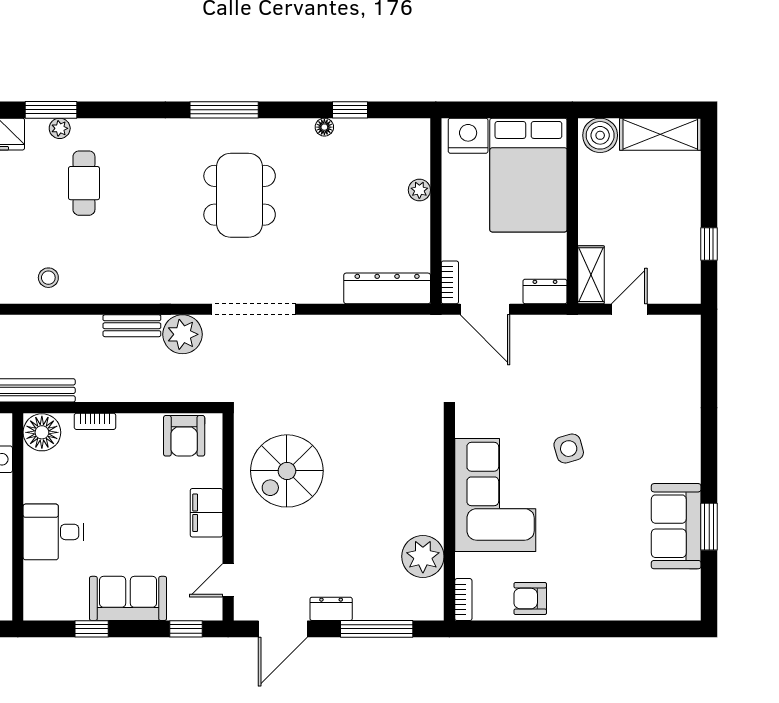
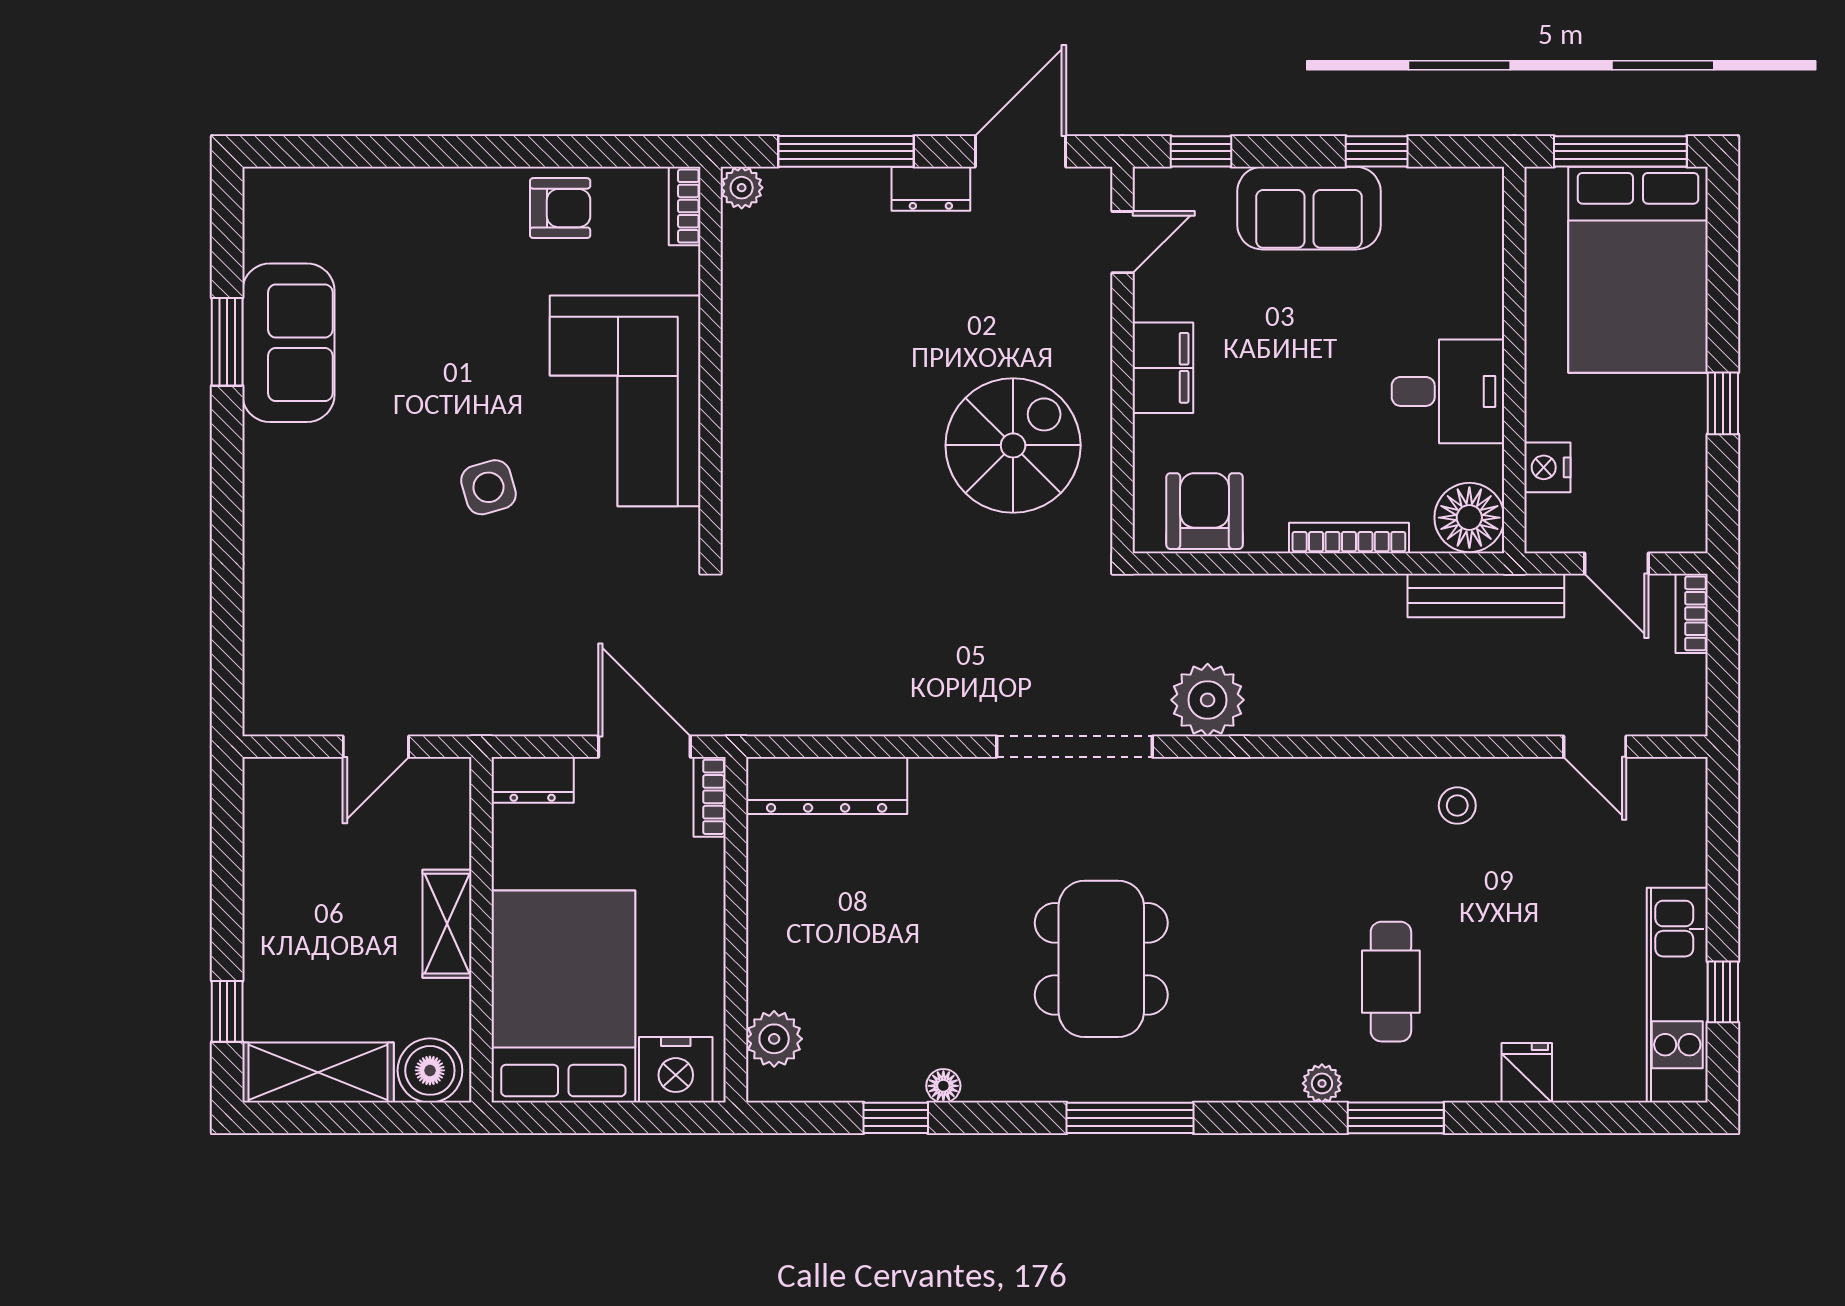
window: (51, 110) -> (1396, 1118), moved
plant: (60, 128) -> (1322, 1083), moved
plant: (419, 190) -> (774, 1039), moved, width x1.38, depth x1.38
window: (709, 244) -> (227, 1011), moved
shelving: (591, 275) -> (447, 924), moved
bench: (132, 326) -> (1302, 716), removed
bookcase: (95, 421) -> (1349, 538), width x1.56
desk: (53, 532) -> (1448, 391), moved
plant: (423, 556) -> (742, 188), moved, width x0.53, depth x0.53

